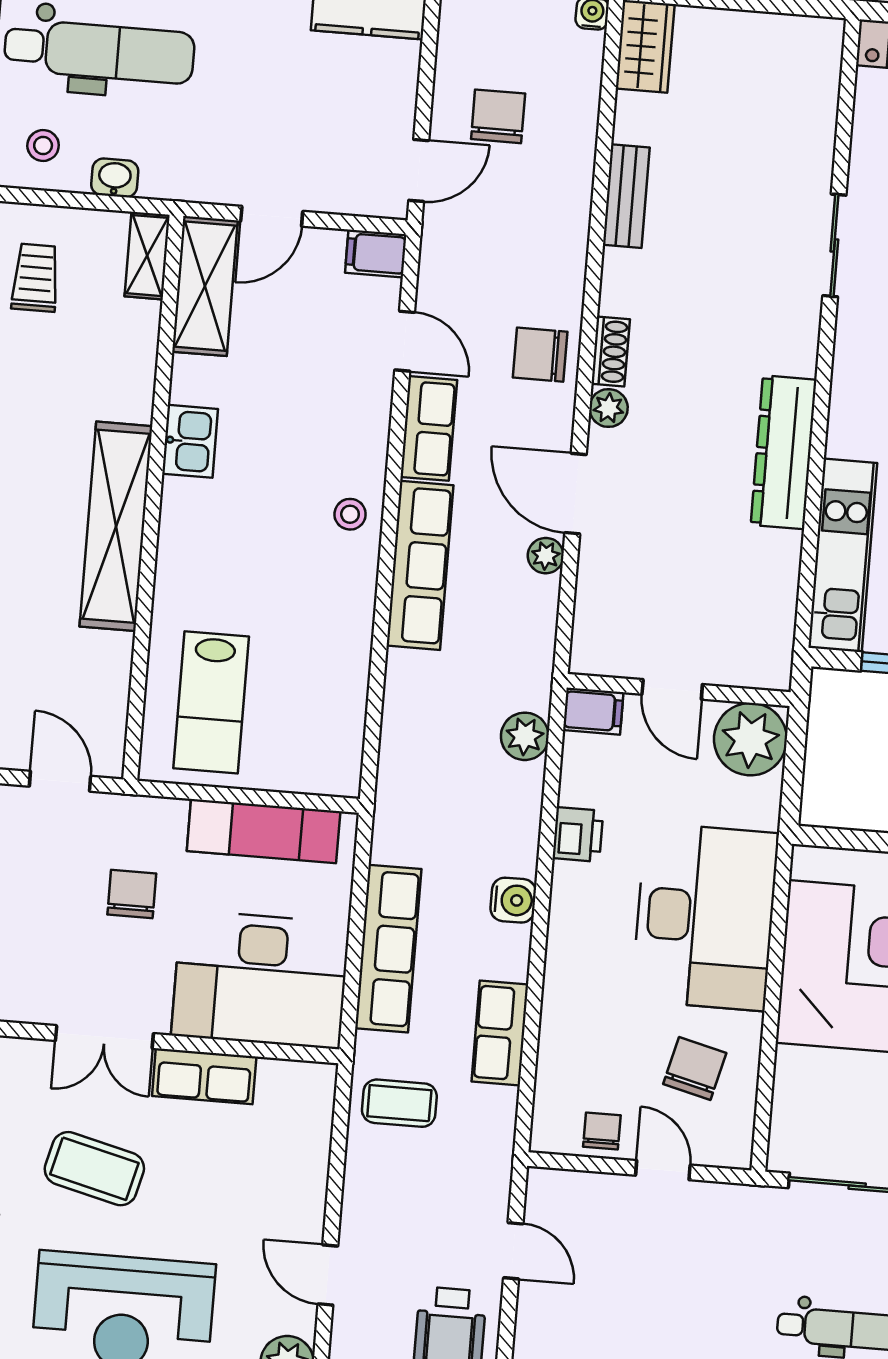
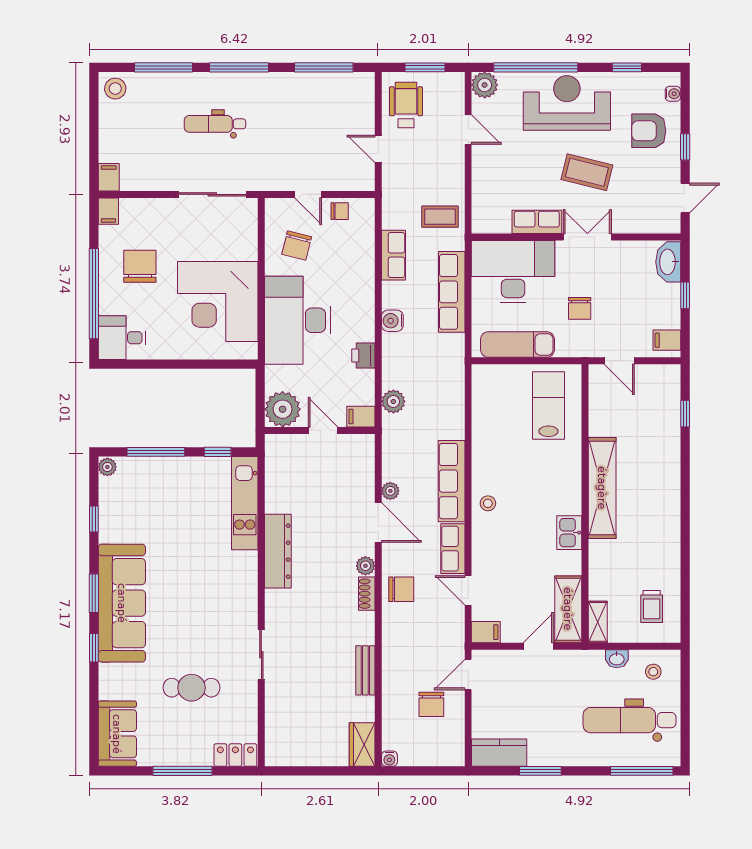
chair: (602, 1131) -> (340, 211), turned -90

